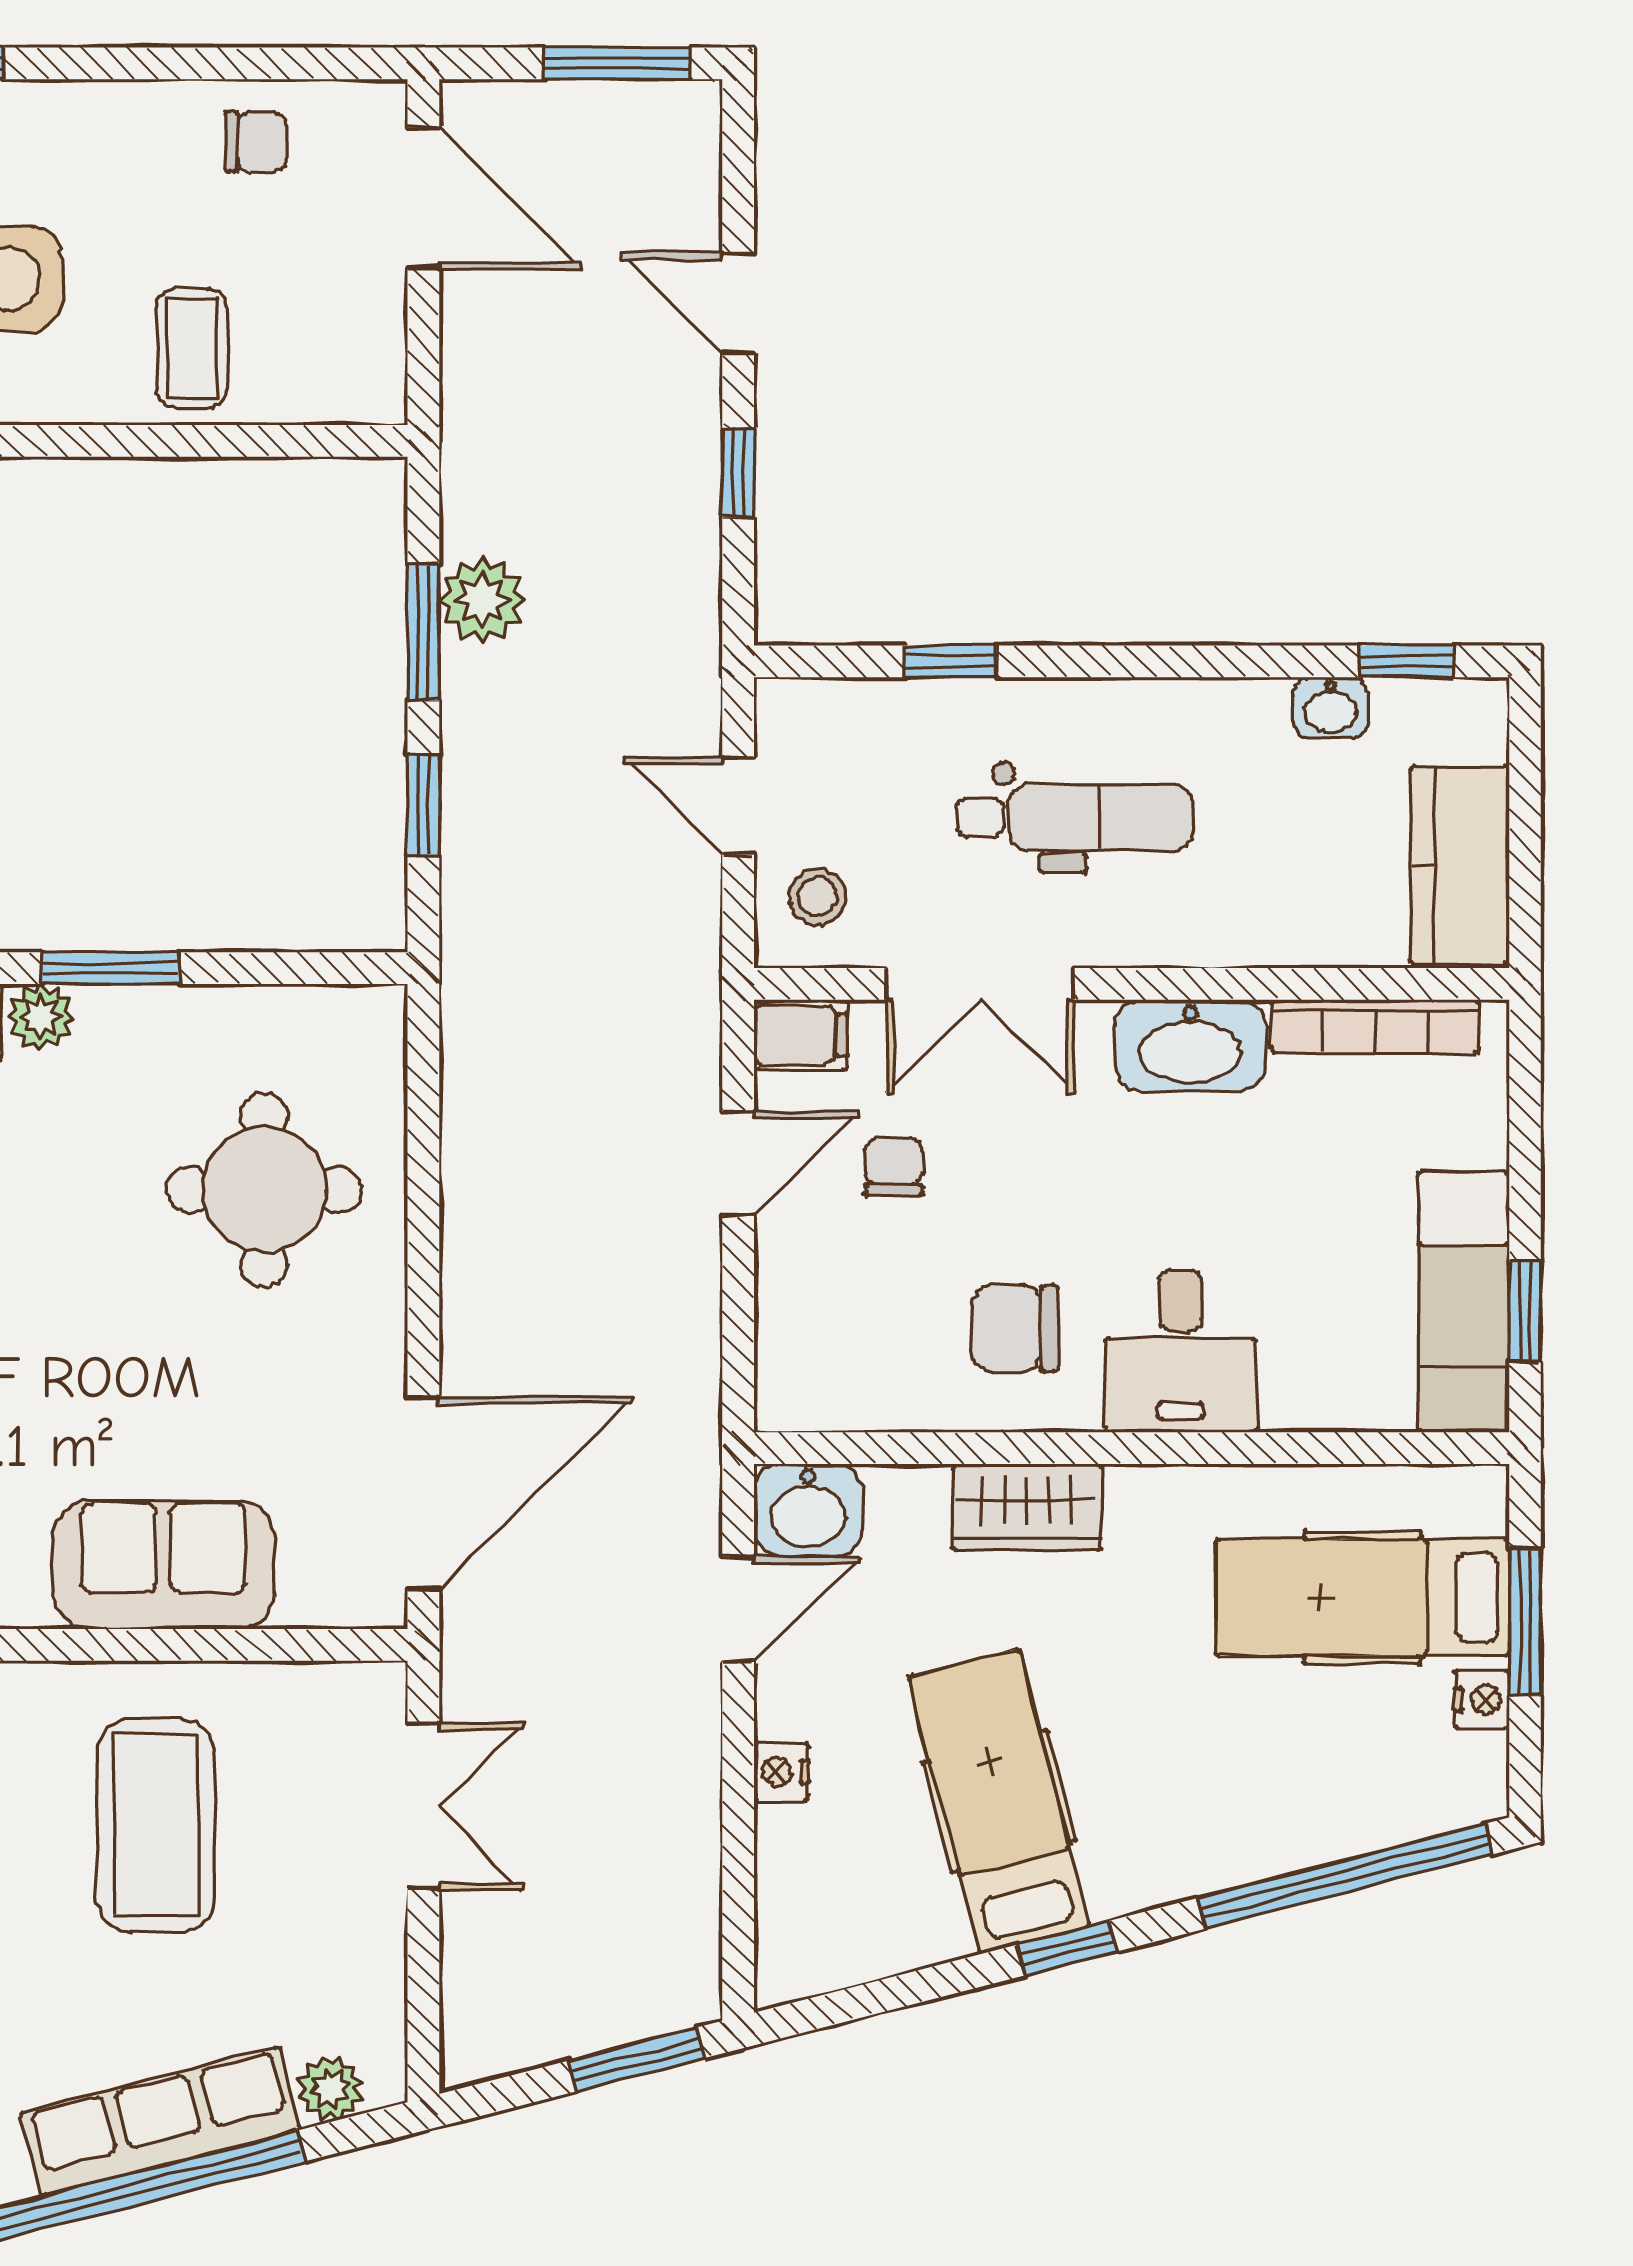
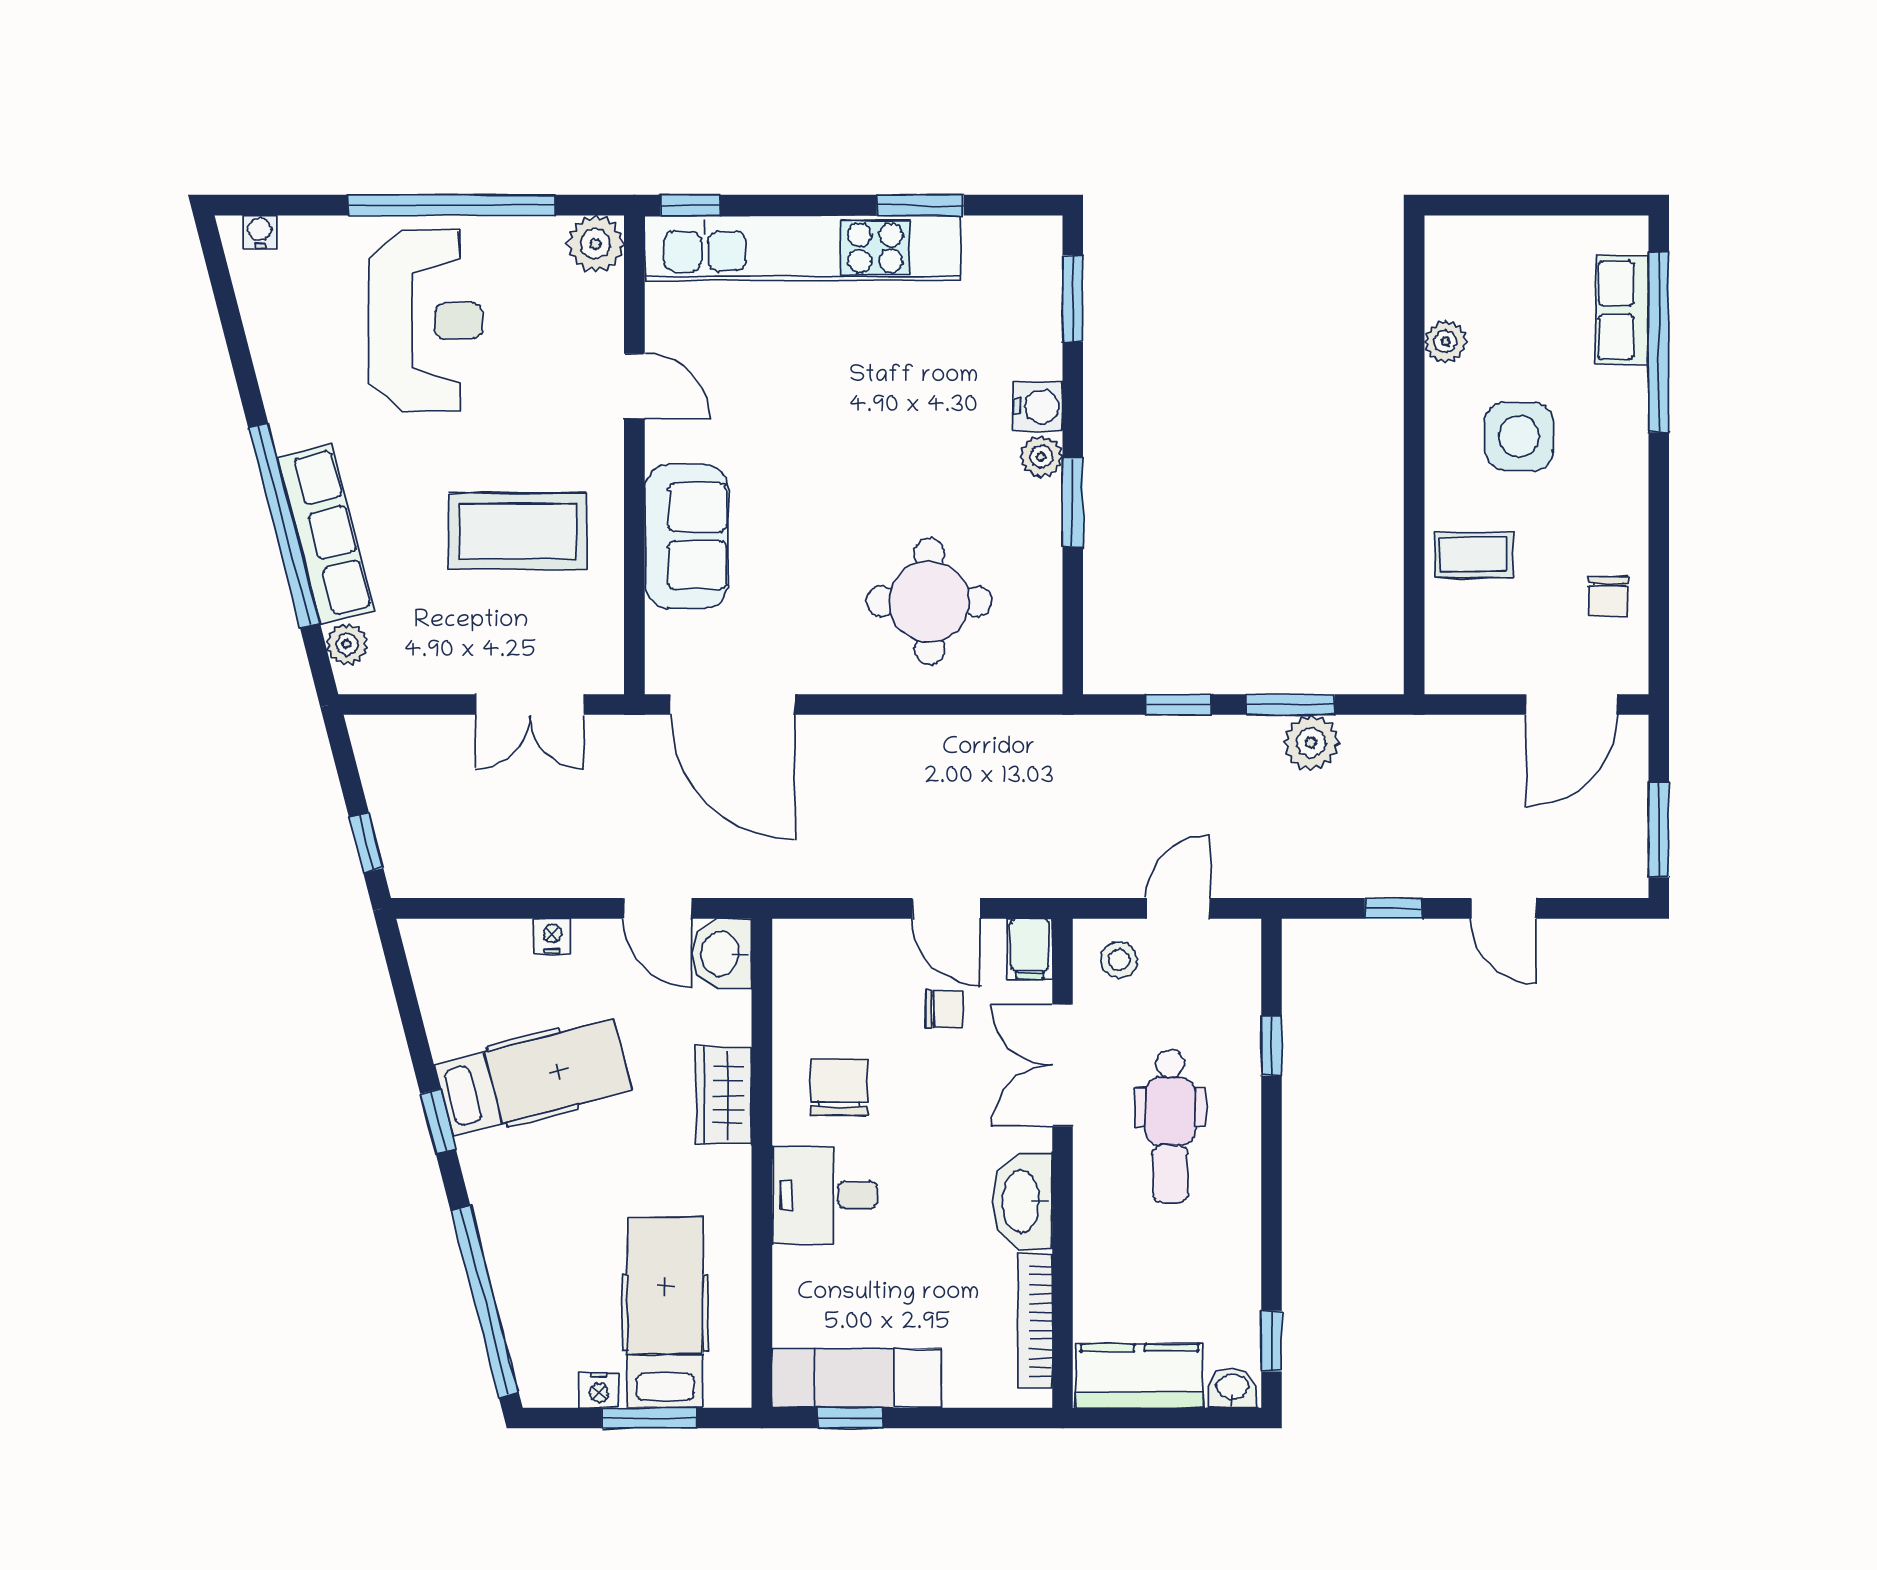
door: (738, 303) -> (1504, 908), swing flipped
washbasin: (1330, 708) -> (1232, 1388), moved, turned 90
window: (637, 2059) -> (366, 843), width x0.67

